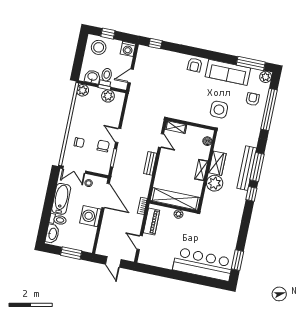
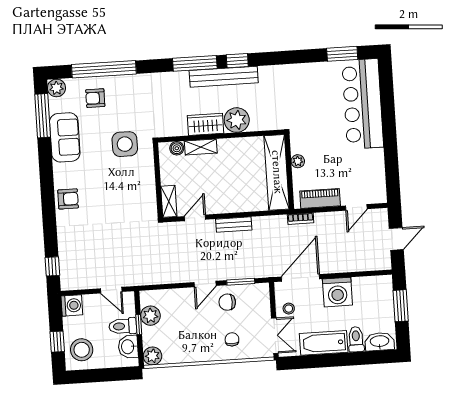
sofa: (228, 72) -> (65, 137), width x0.73
bench: (247, 168) -> (224, 77), moved
shelving: (201, 170) -> (201, 147), moved

